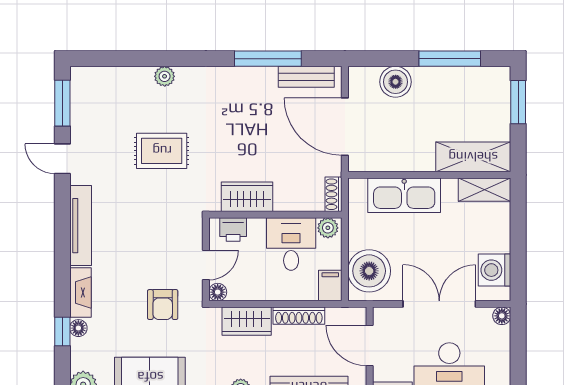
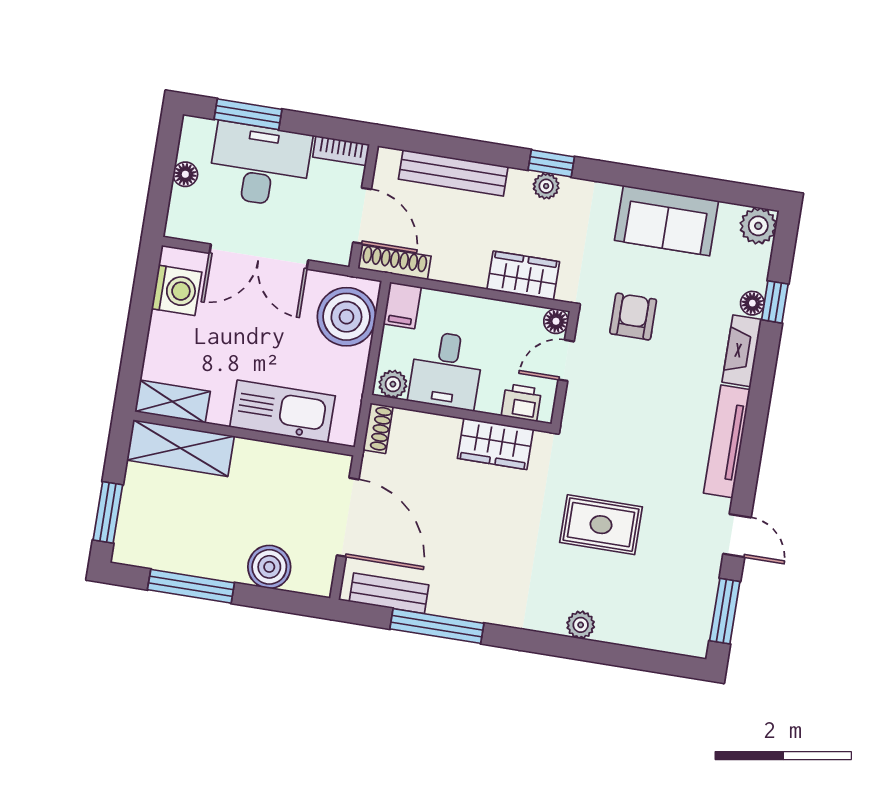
shoe rack: (299, 316) -> (394, 262), moved
floor lamp: (502, 316) -> (185, 174), moved

